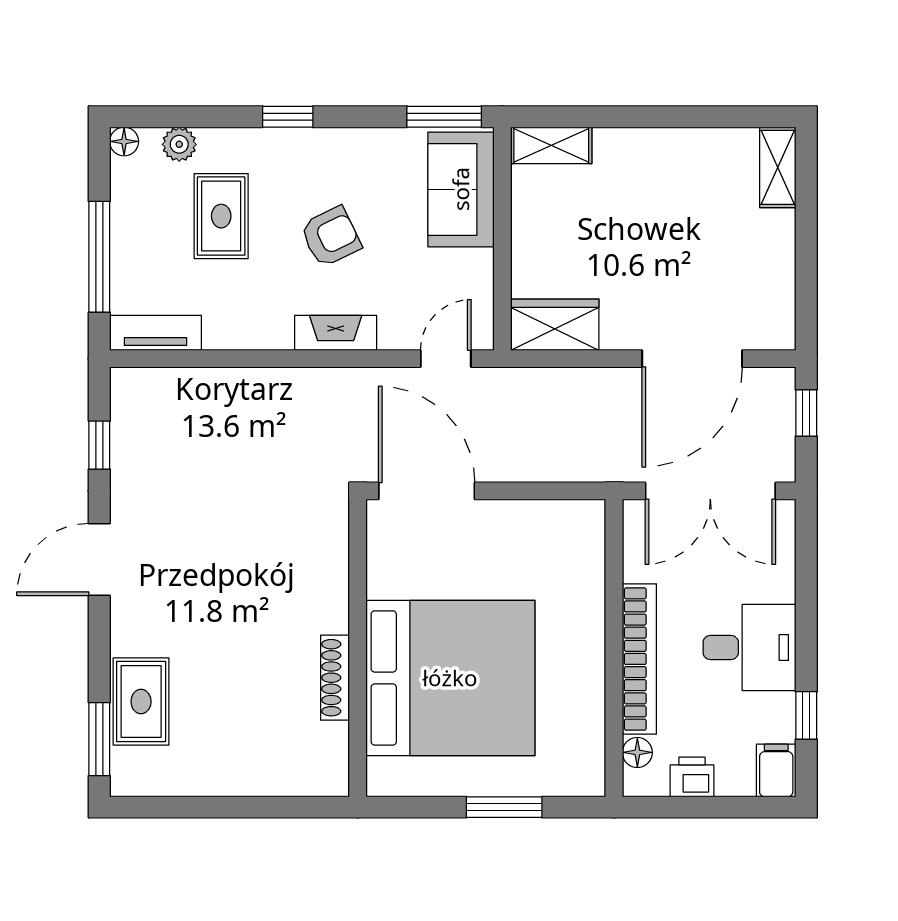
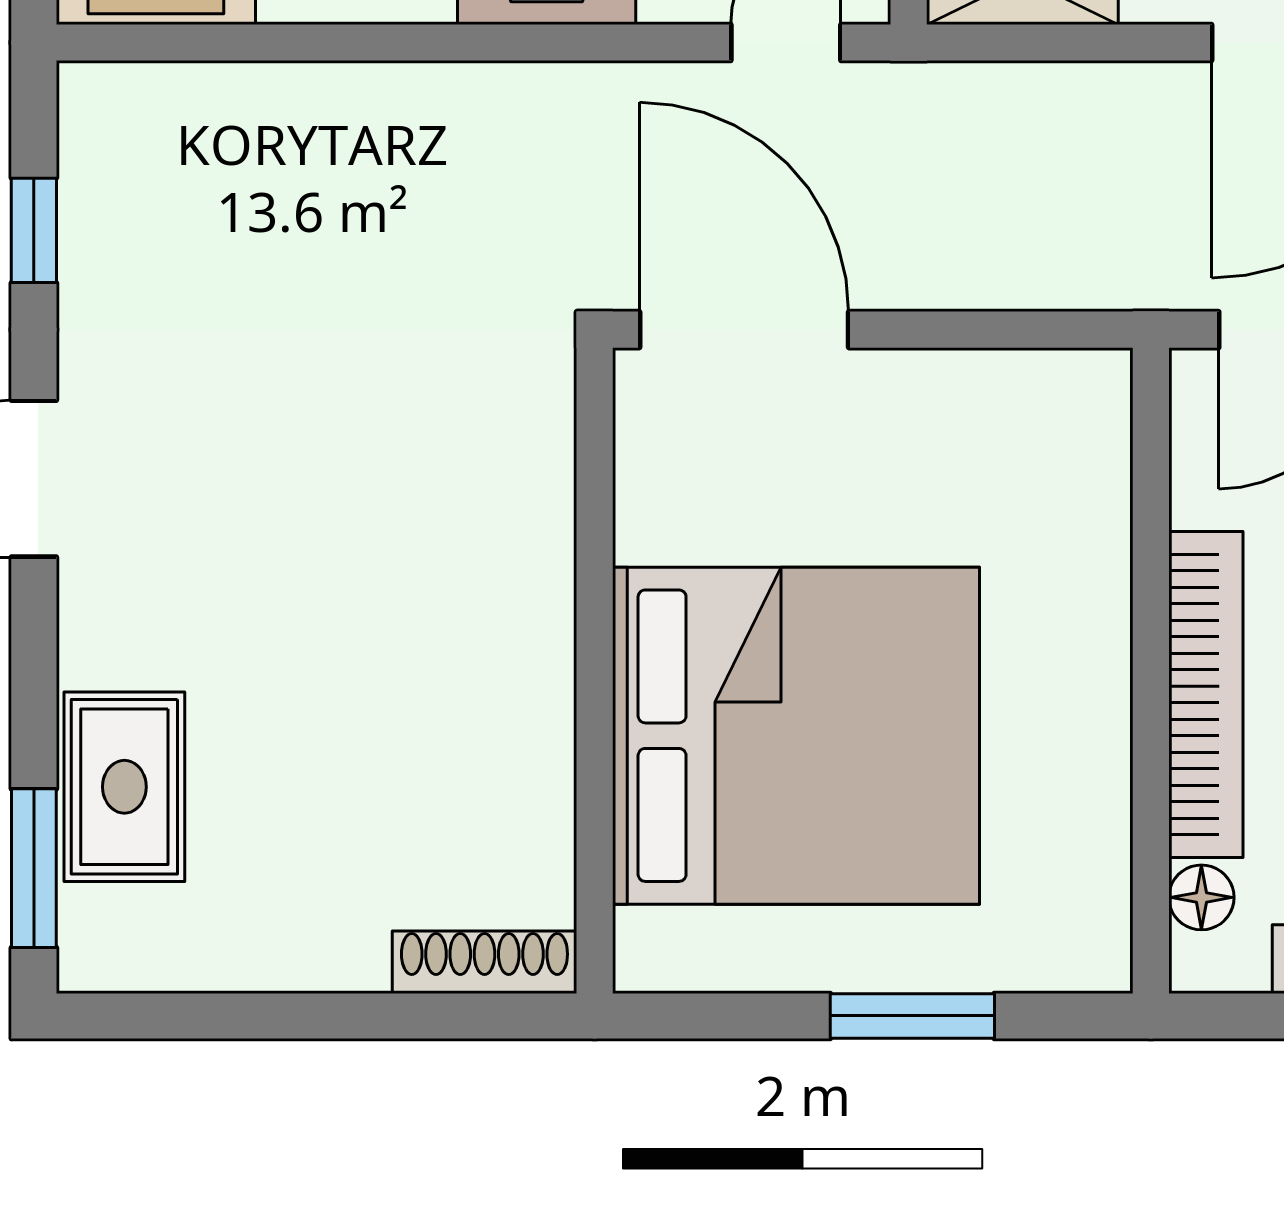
shoe rack: (335, 678) -> (484, 962), moved, turned 90

